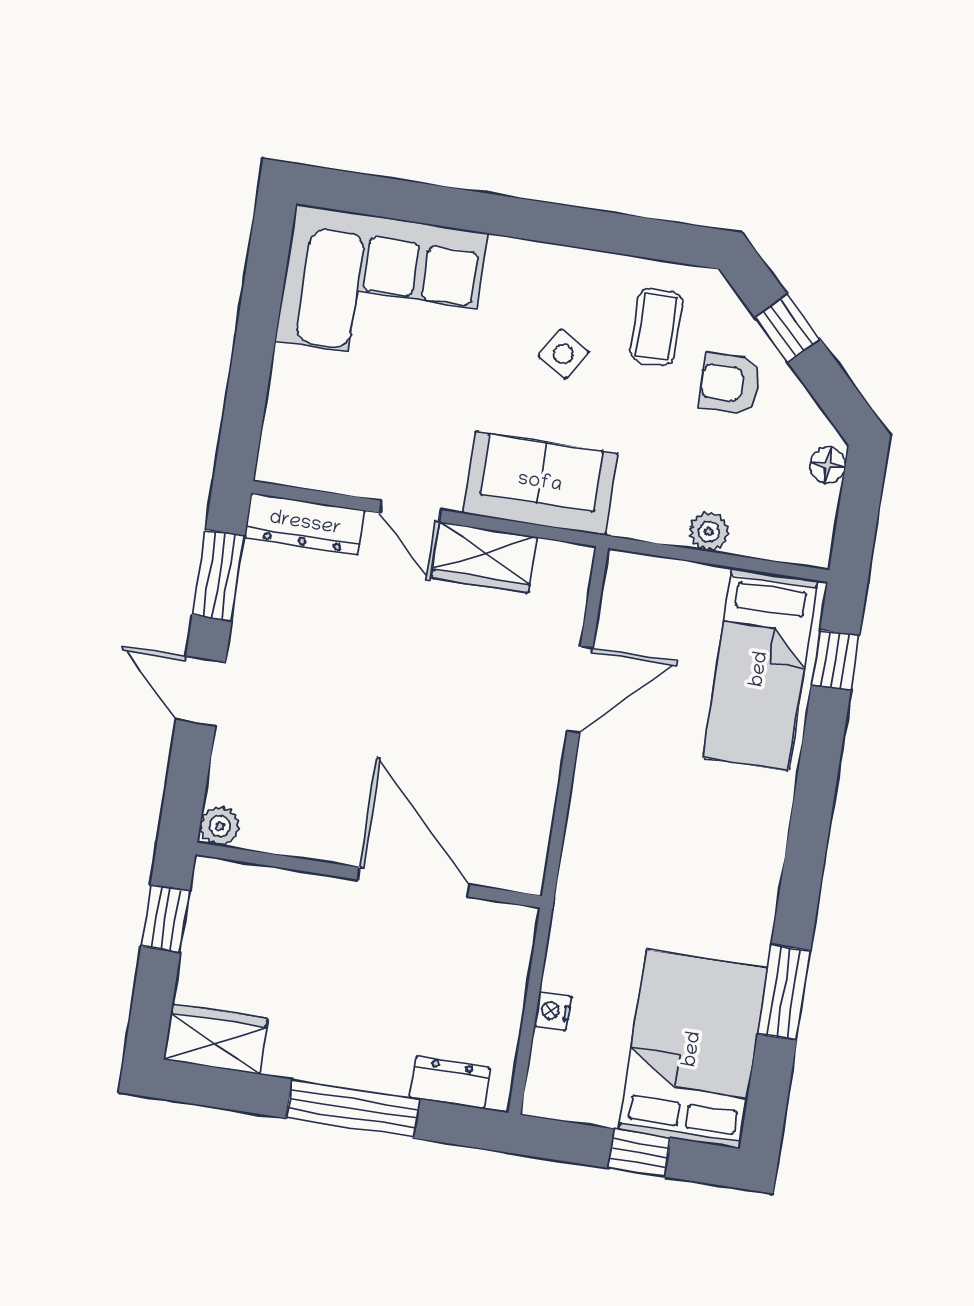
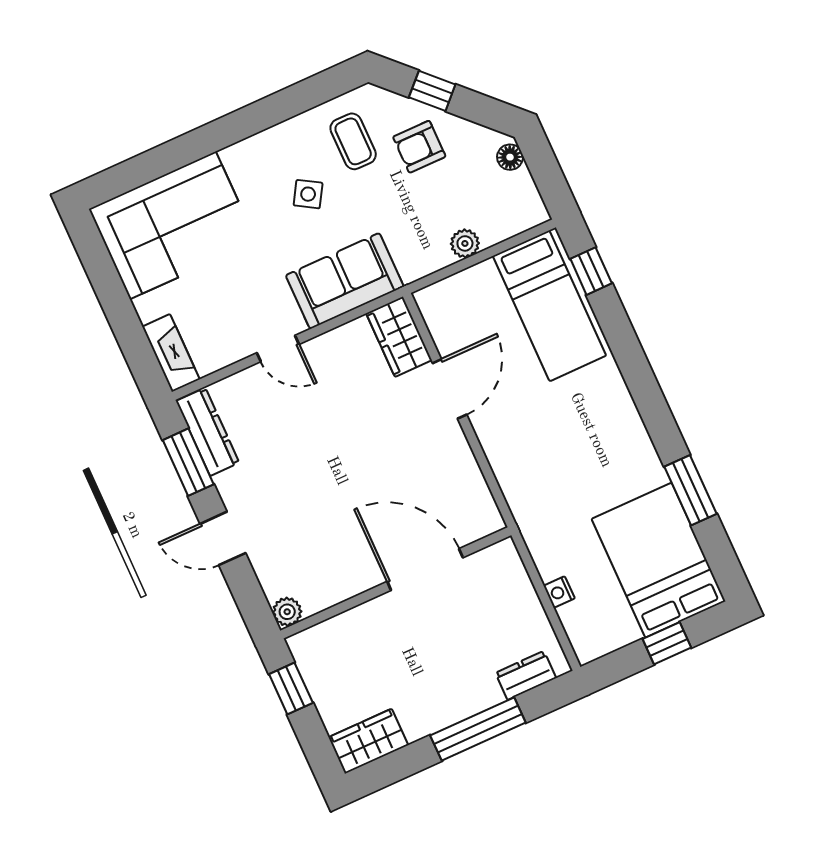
fireplace: (282, 435) -> (171, 353), added
dresser: (305, 524) -> (208, 432), moved, turned -90
wardrobe: (484, 557) -> (399, 337), moved, turned 90

